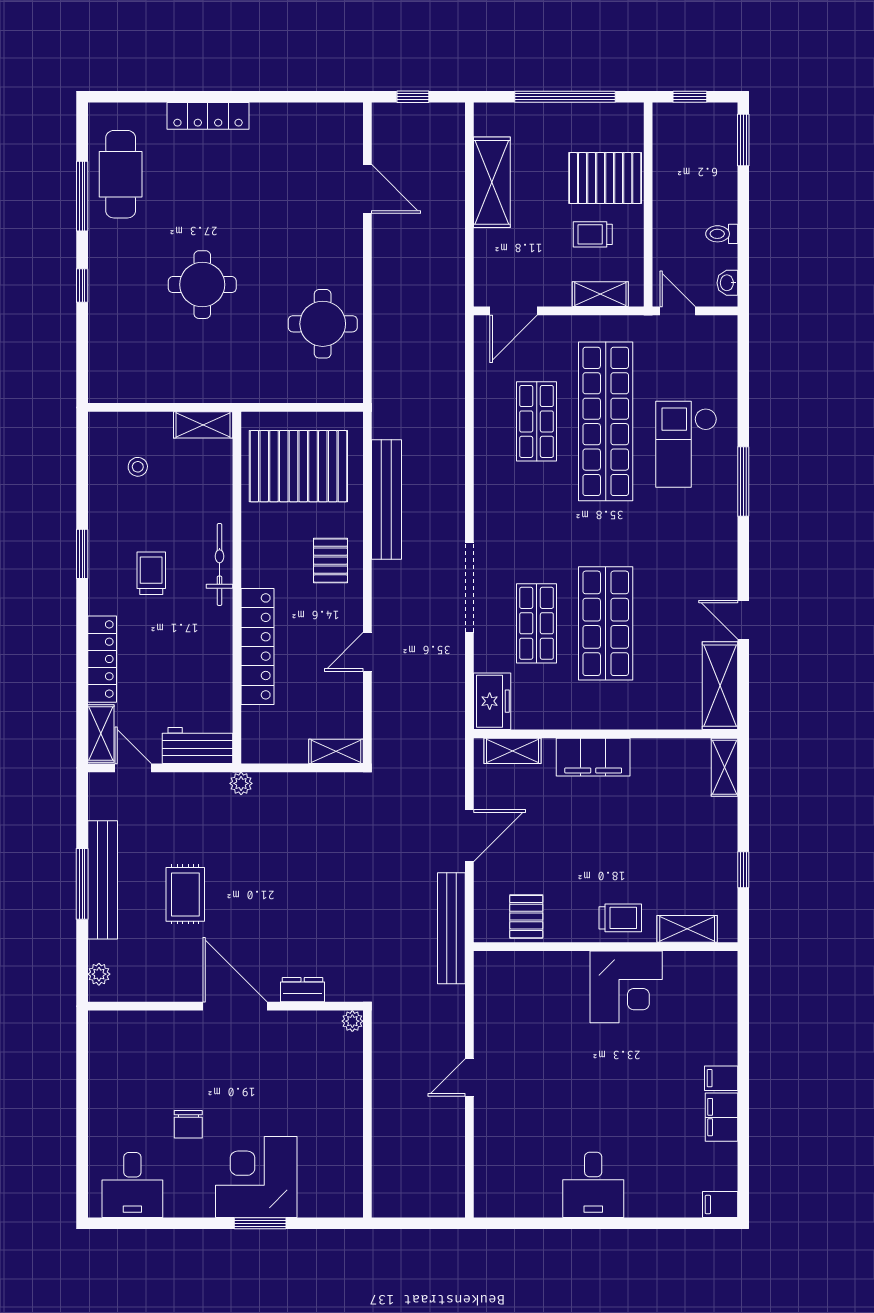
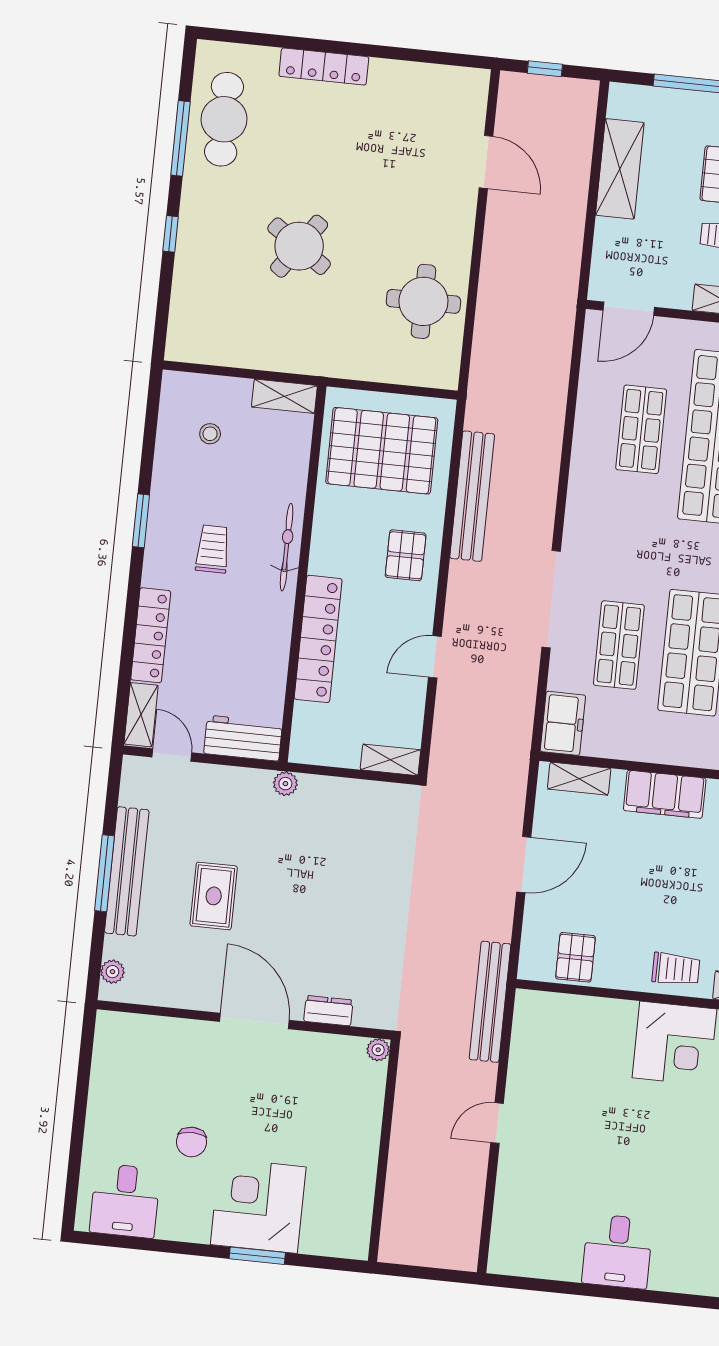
round table: (202, 285) -> (299, 246), turned 35
bench: (451, 928) -> (490, 1002), moved

